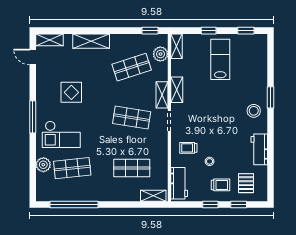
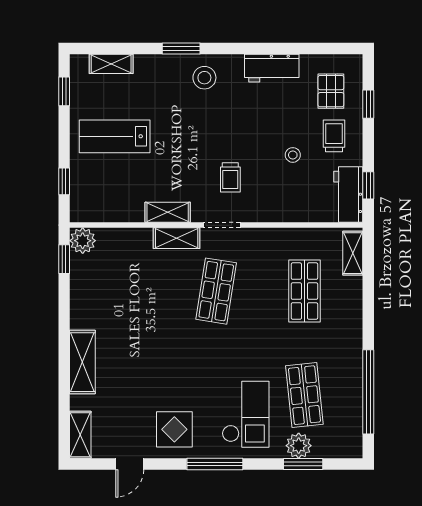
window: (209, 31) -> (64, 181), moved
shelving: (177, 46) -> (111, 64), moved
plant: (160, 54) -> (83, 241), moved
door: (33, 57) -> (130, 464), moved
shop shelf: (132, 67) -> (128, 291), removed
display table: (71, 92) -> (174, 429), moved
trolley: (188, 148) -> (230, 177), moved
window: (33, 167) -> (303, 464), added
workbench: (179, 183) -> (348, 195), moved, turned -90
pallet: (246, 183) -> (331, 91), turned 90
window: (210, 205) -> (368, 185), moved

